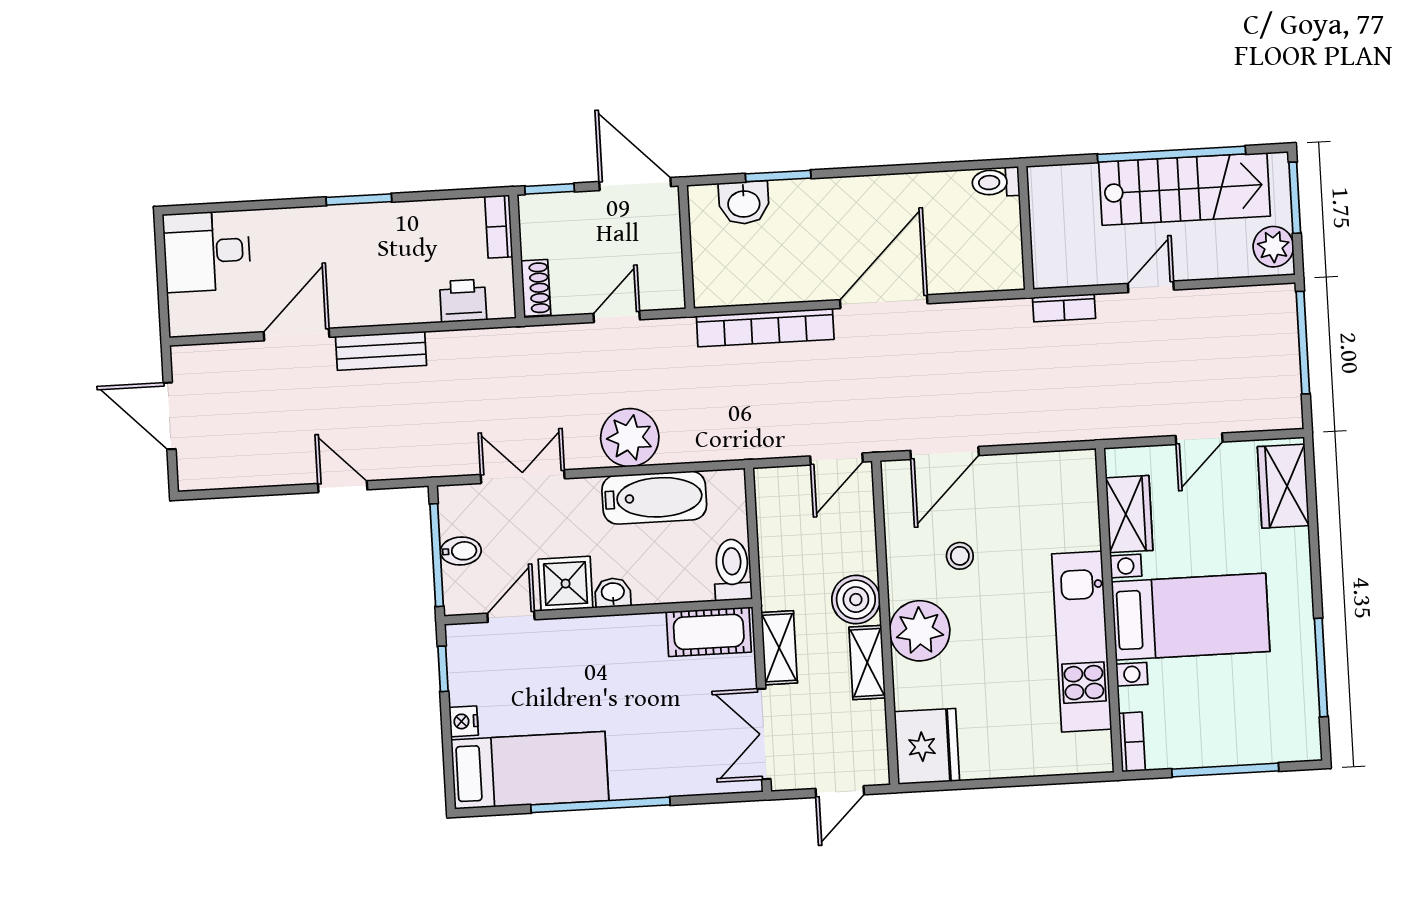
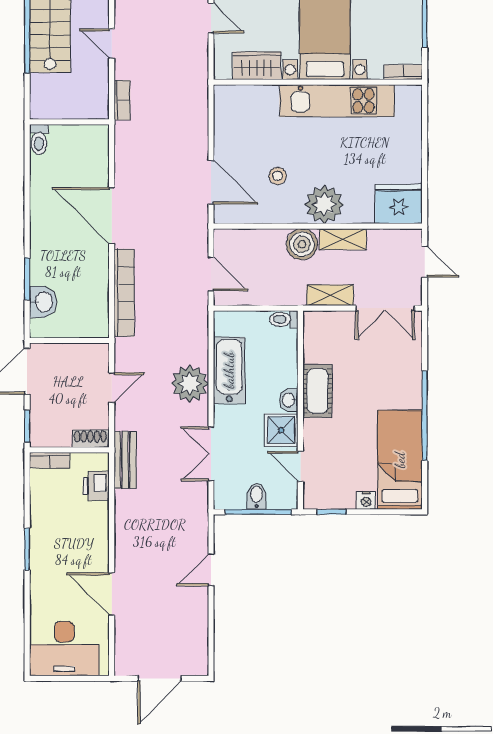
desk: (207, 251) -> (64, 649), width x1.37
door: (617, 317) -> (112, 388), swing flipped
bench: (381, 351) -> (125, 460), moved
door: (836, 459) -> (211, 274), moved
toilet: (732, 570) -> (284, 319), width x0.73, depth x0.72
cot: (709, 632) -> (317, 391), moved

